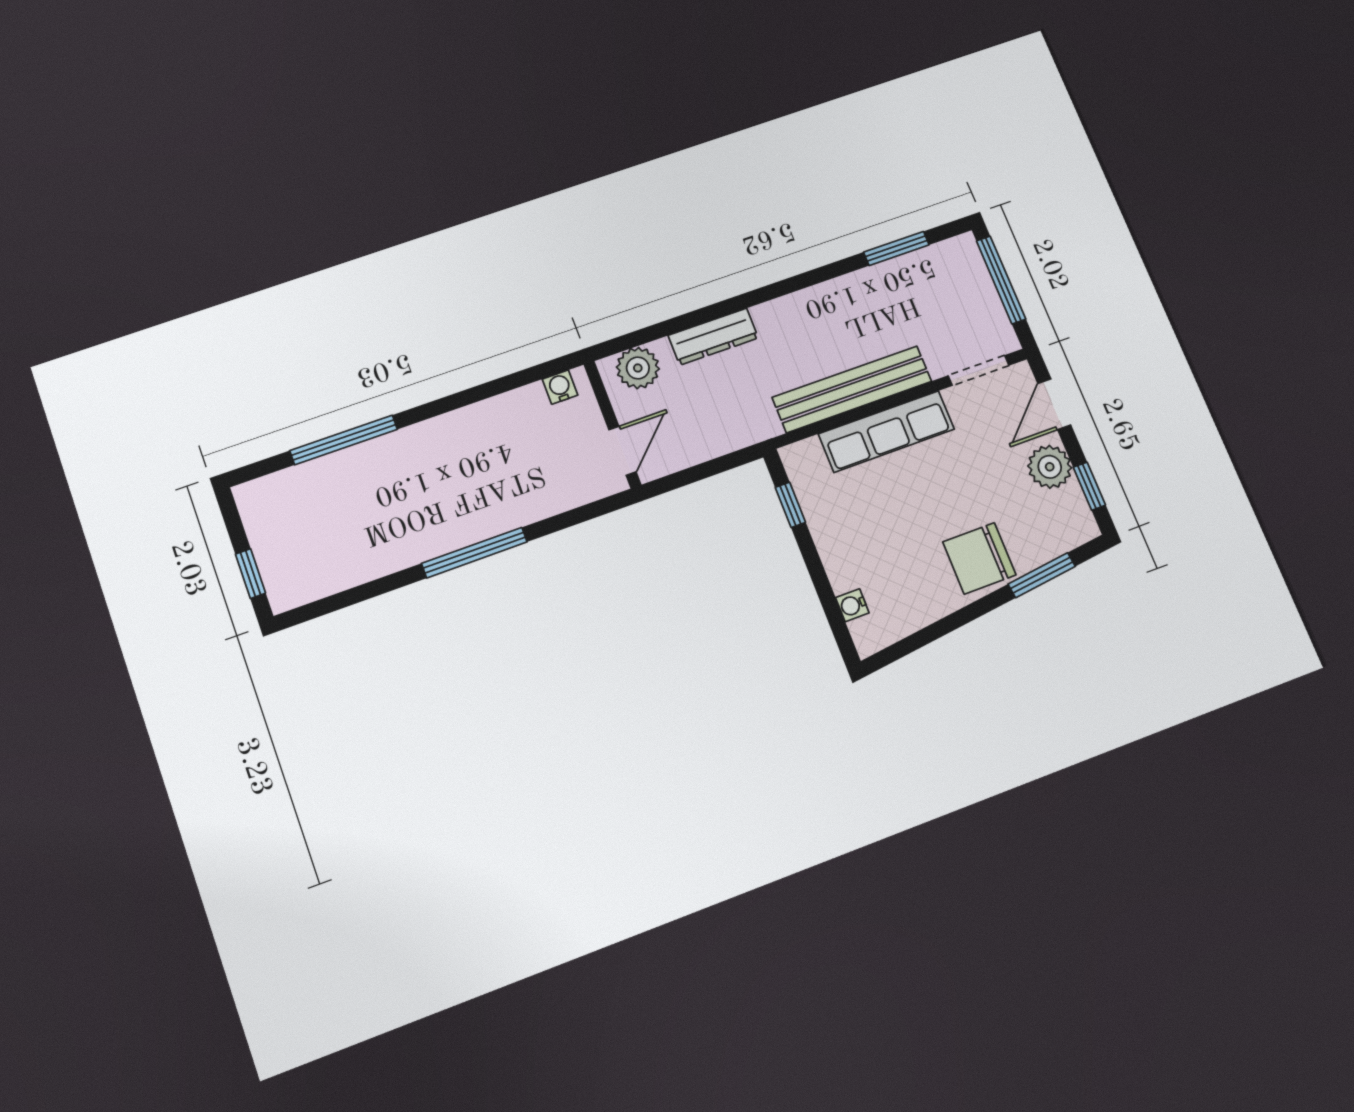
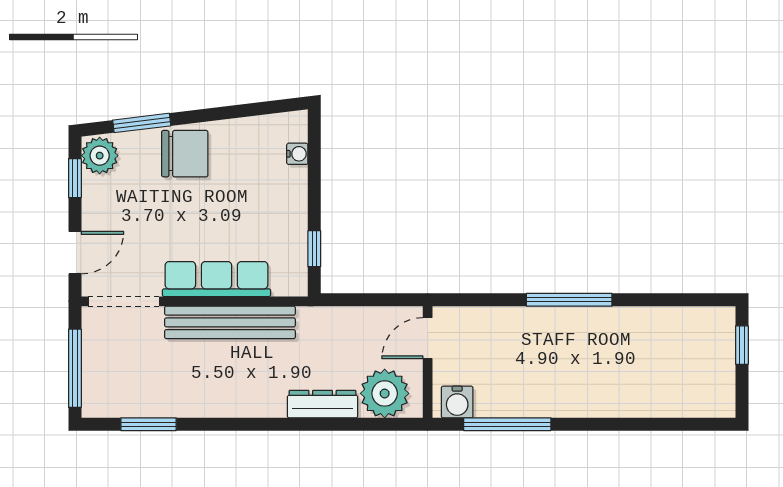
plant: (638, 368) -> (385, 393), width x1.36, depth x1.36
doorway: (979, 370) -> (124, 301), width x1.38
water cooler: (560, 387) -> (457, 402), width x1.38, depth x1.38
window: (344, 440) -> (507, 424), moved
plant: (1050, 467) -> (100, 156), moved

